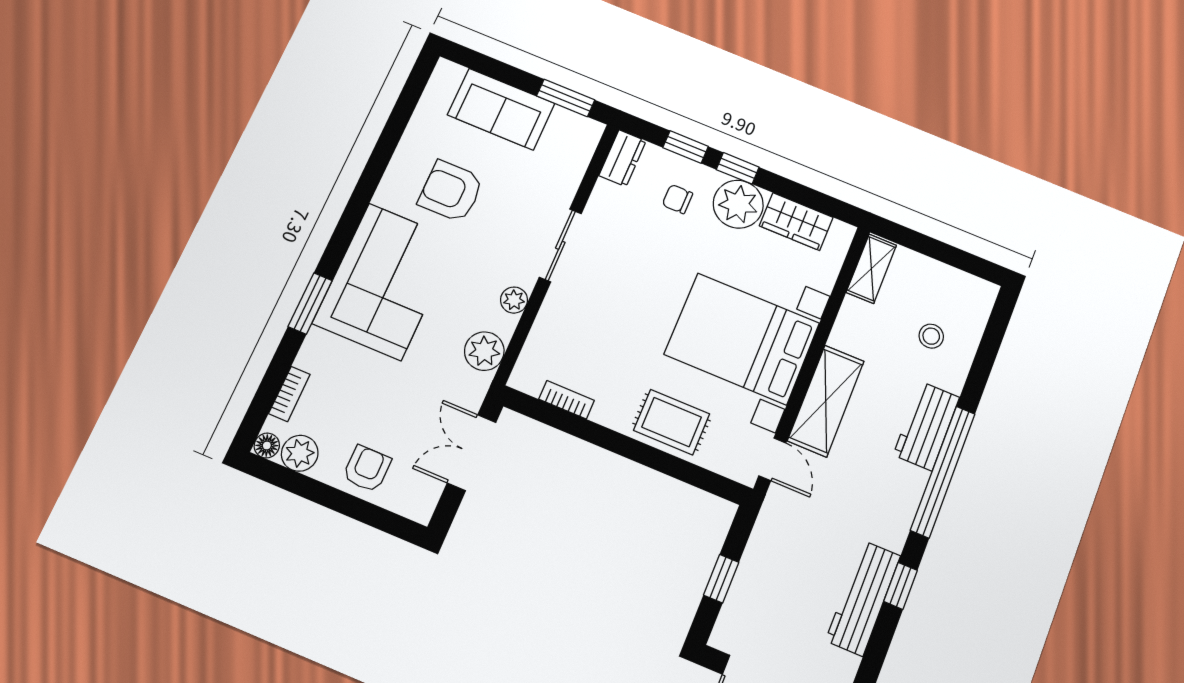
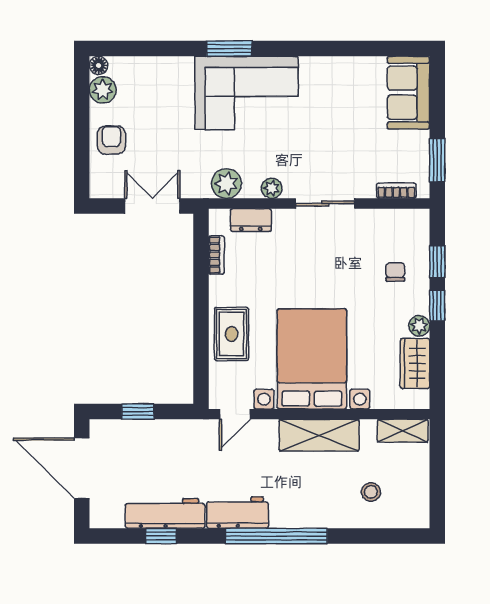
sofa: (501, 109) -> (408, 93), moved
dresser: (622, 158) -> (251, 220), moved
armchair: (451, 191) -> (332, 109), removed
plant: (738, 204) -> (419, 326), width x0.53, depth x0.53
window: (310, 303) -> (229, 49), moved
bookcase: (289, 394) -> (396, 191), moved, turned 180
shelving: (826, 401) -> (319, 435), moved
workbench: (926, 426) -> (237, 513), moved
armchair: (367, 469) -> (111, 140), turned -90
window: (900, 586) -> (161, 536), moved

